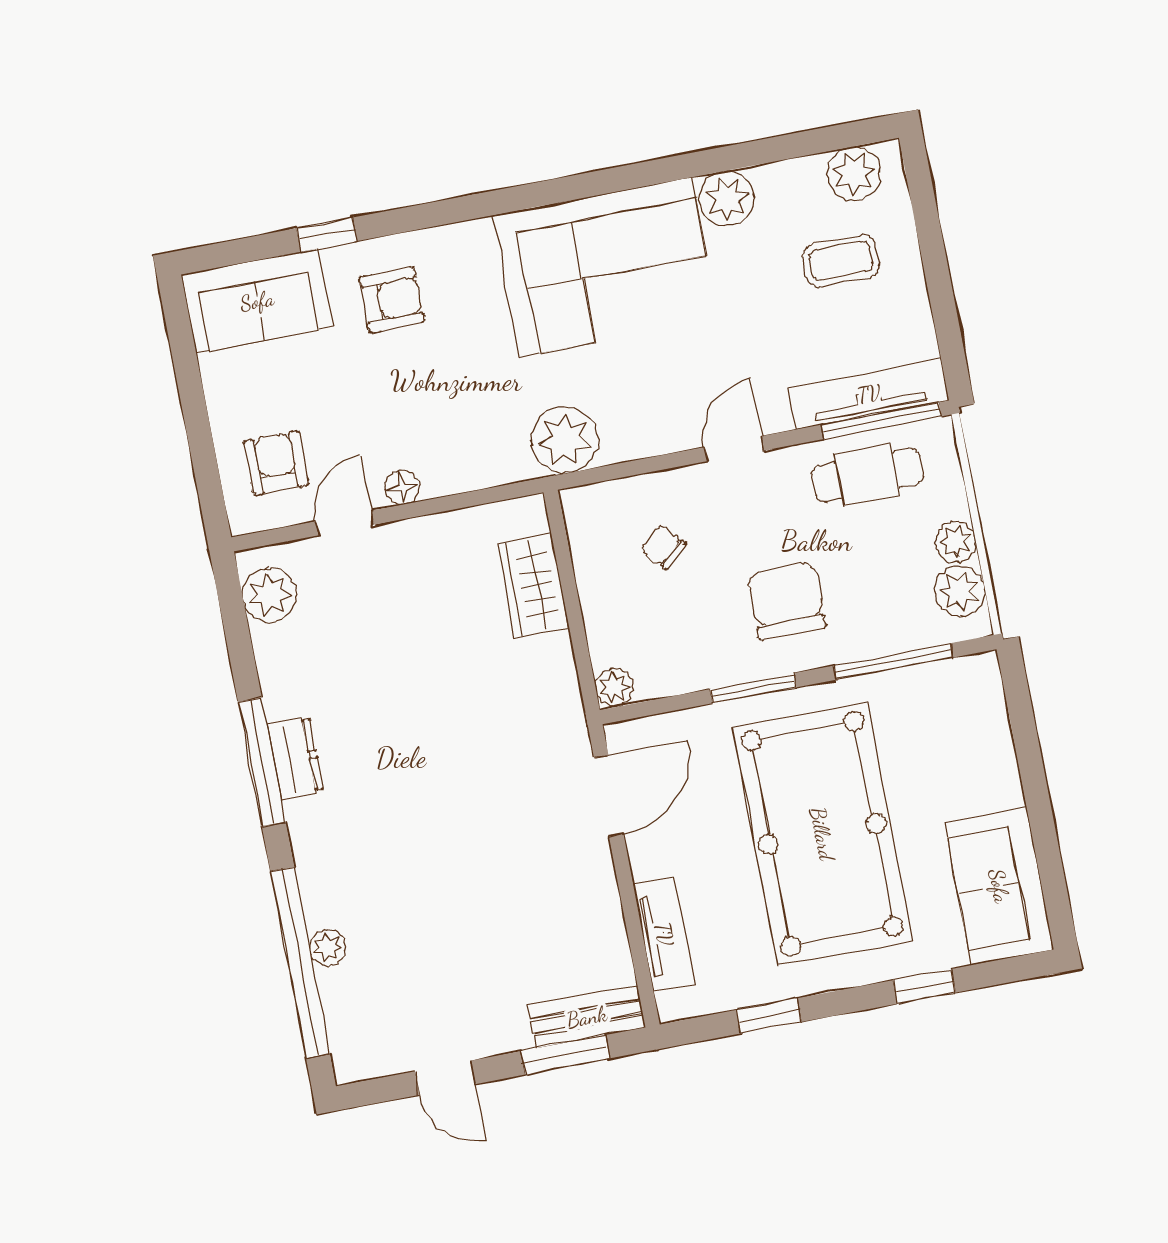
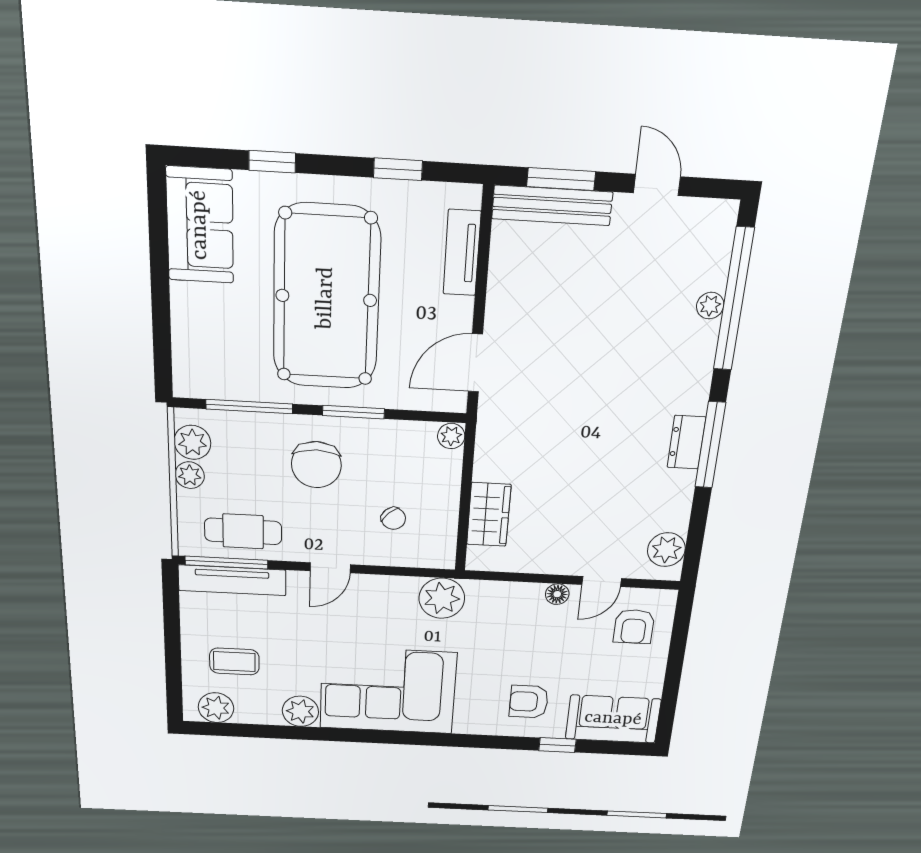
bench: (587, 1017) -> (552, 205), width x1.36

